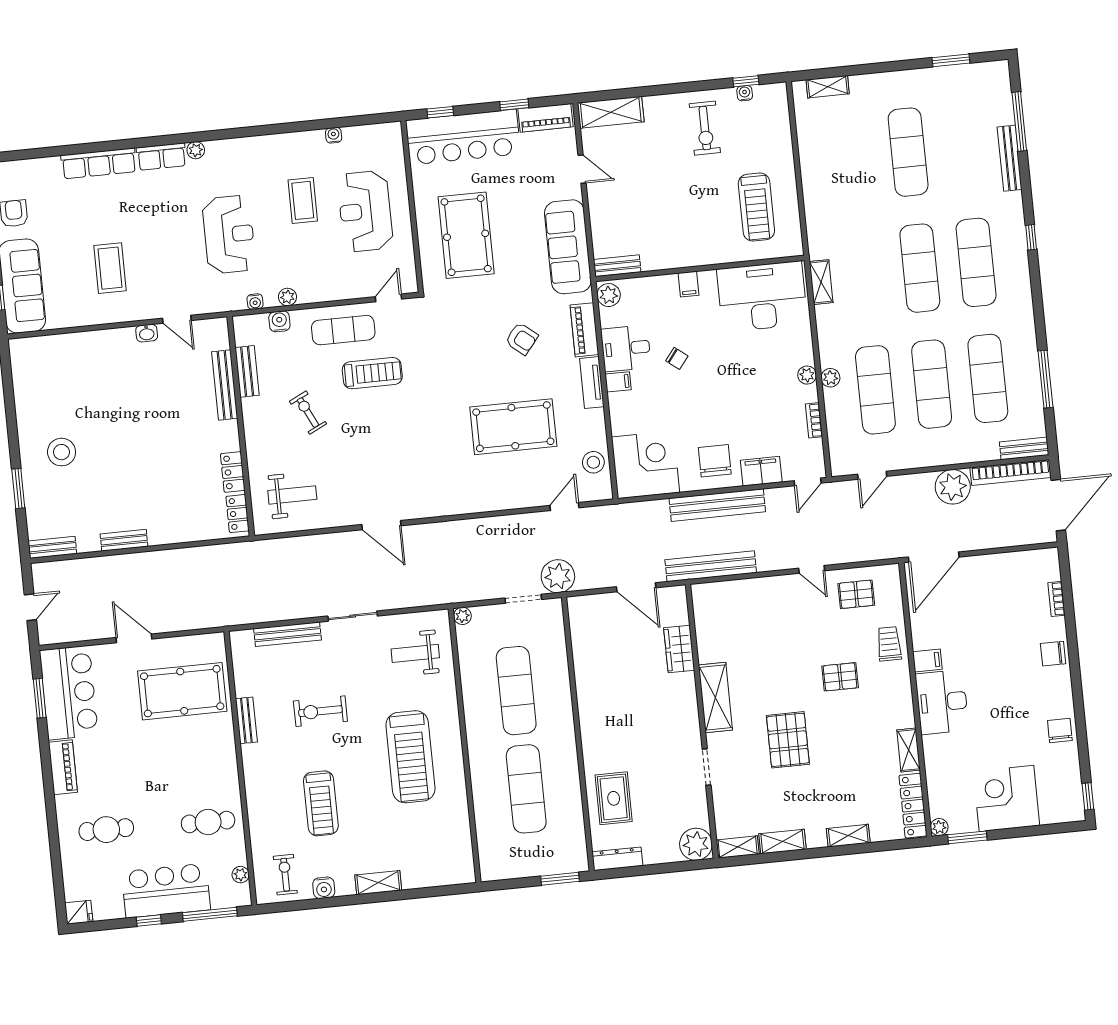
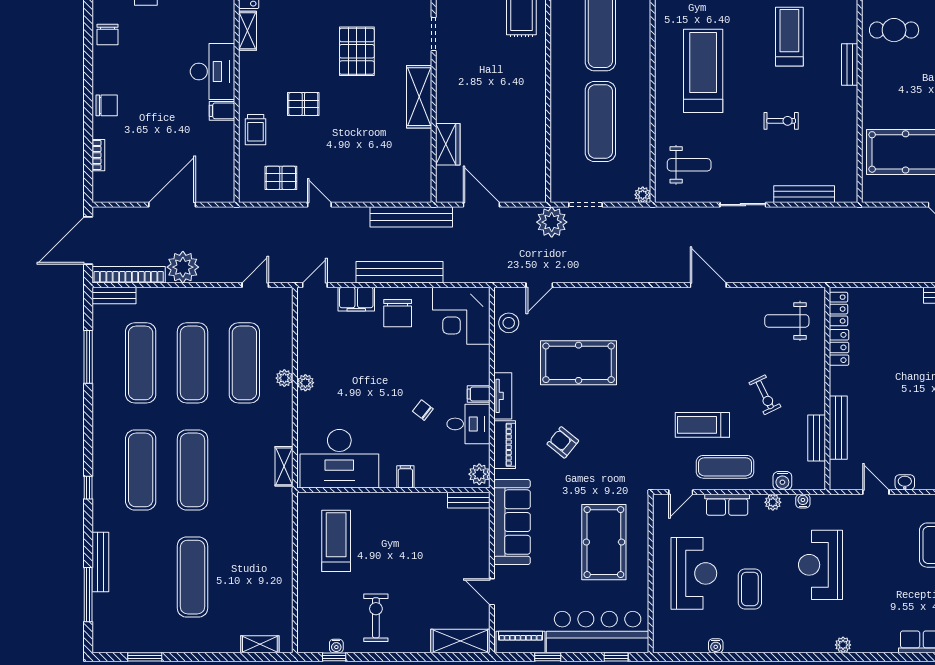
row of seats: (161, 157) -> (727, 505), moved, turned 180
bookcase: (814, 420) -> (303, 341), removed
door: (934, 557) -> (172, 205), moved
exercise bike: (320, 711) -> (781, 121), width x0.73, depth x0.72
bench: (246, 720) -> (850, 65), moved

